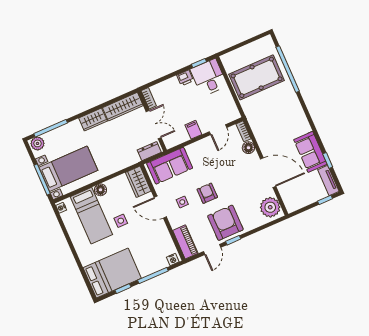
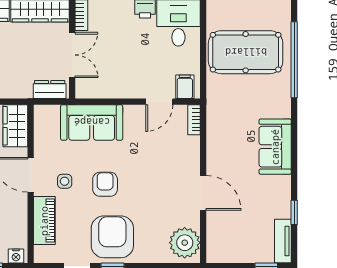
filing cabinet: (193, 130) -> (185, 87), moved
floor lamp: (248, 148) -> (191, 146), removed
sofa: (310, 152) -> (275, 147), moved
sofa: (170, 166) -> (92, 122), moved
door: (268, 173) -> (203, 193), width x0.73
piano: (185, 242) -> (44, 221), moved

